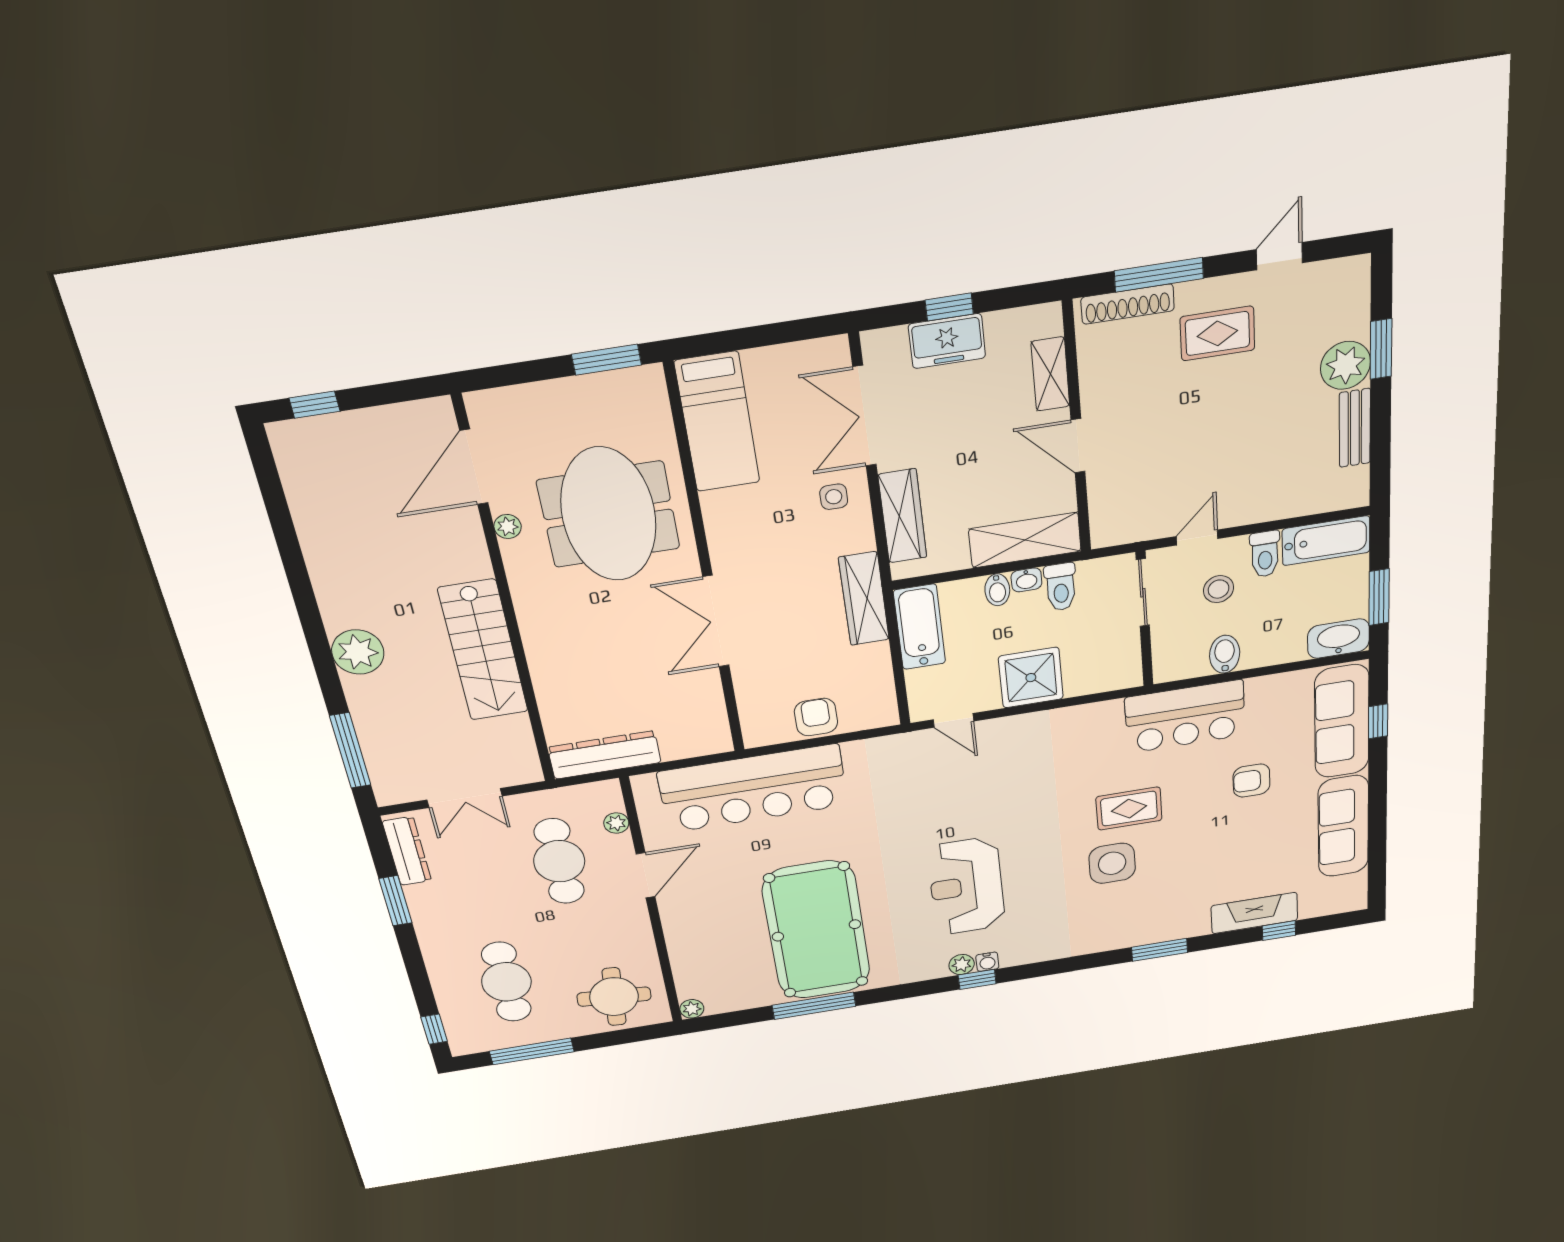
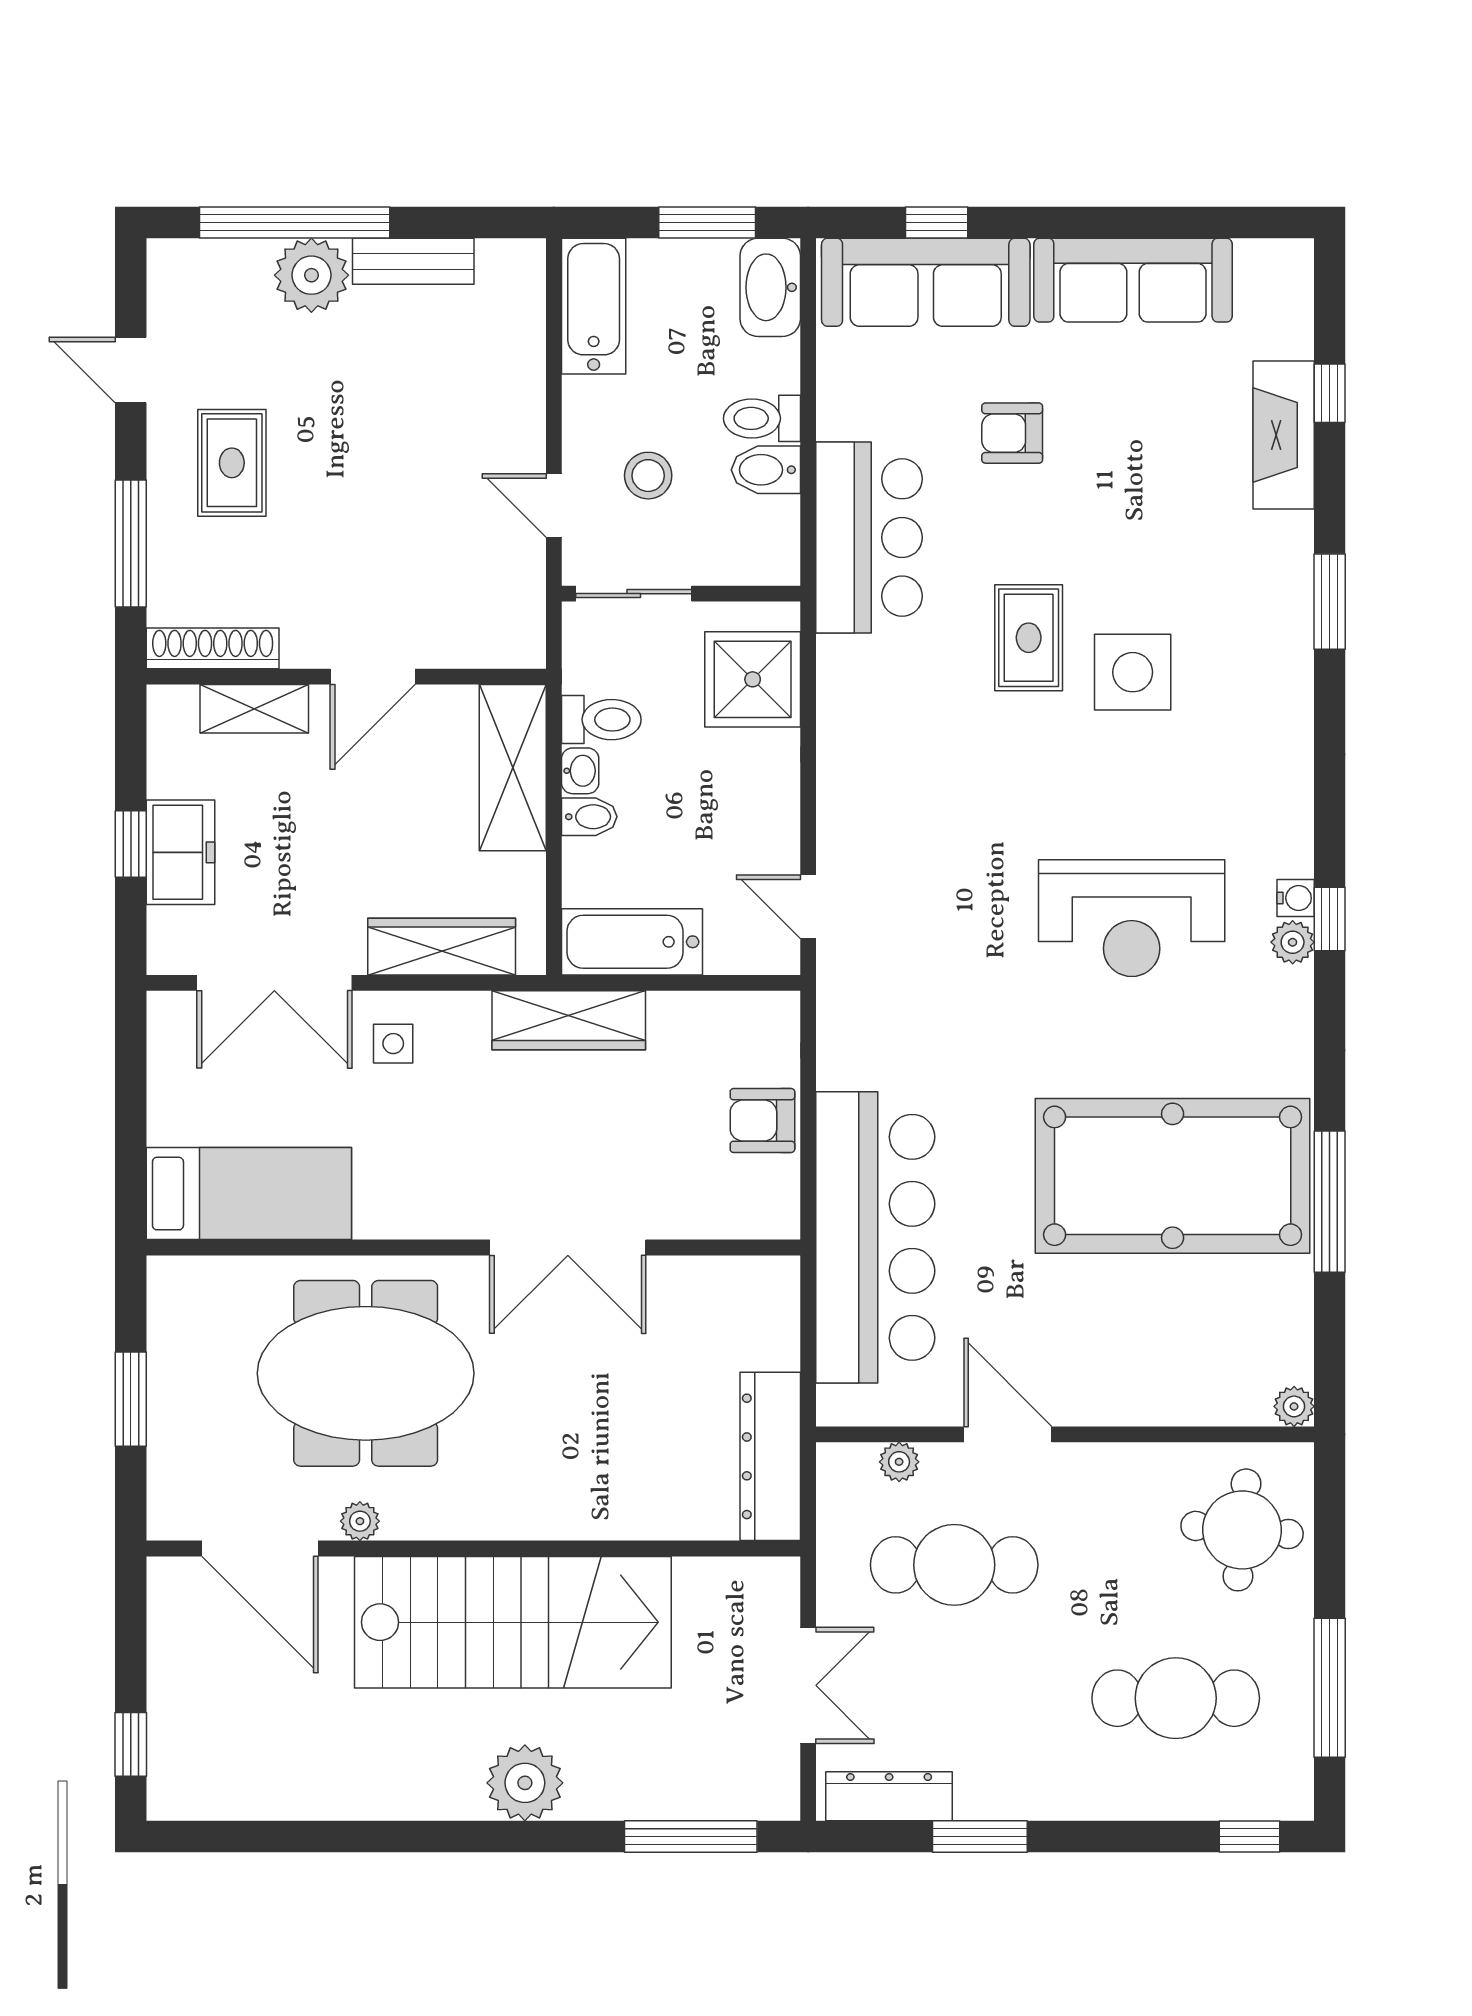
shoe rack: (1128, 304) -> (213, 648), moved, turned -90
window: (1381, 349) -> (295, 222), width x2.11
window: (606, 360) -> (131, 1399), moved
toilet: (1265, 554) -> (762, 418), moved, turned 180
stairs: (483, 650) -> (513, 1622), width x1.36, depth x1.51
shower: (1031, 678) -> (753, 679), moved
door: (954, 720) -> (808, 907), swing flipped
armchair: (1251, 781) -> (1012, 433), turned 90

